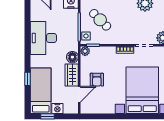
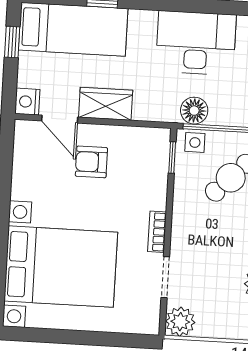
plant: (85, 51) -> (160, 138), removed
floor lamp: (72, 57) -> (194, 111), moved
nightstand: (57, 108) -> (27, 102), moved

